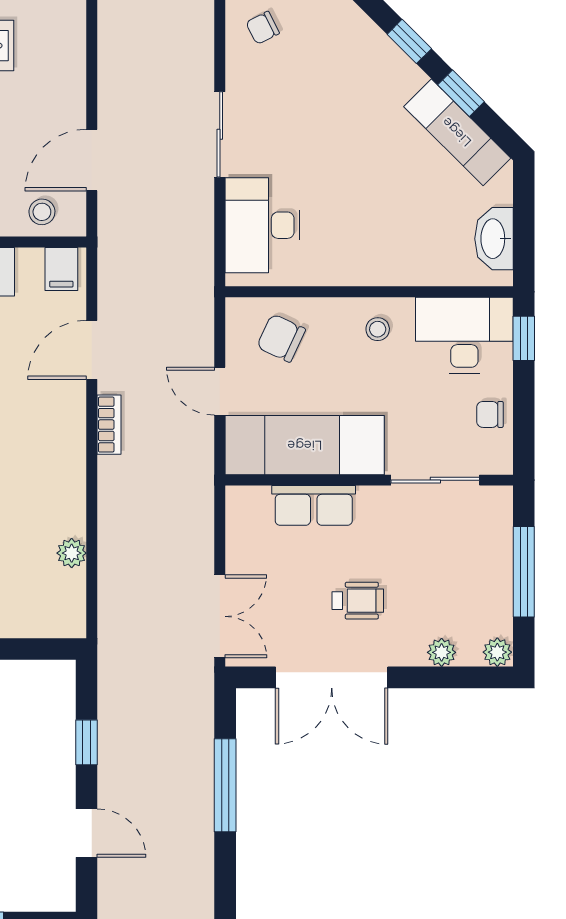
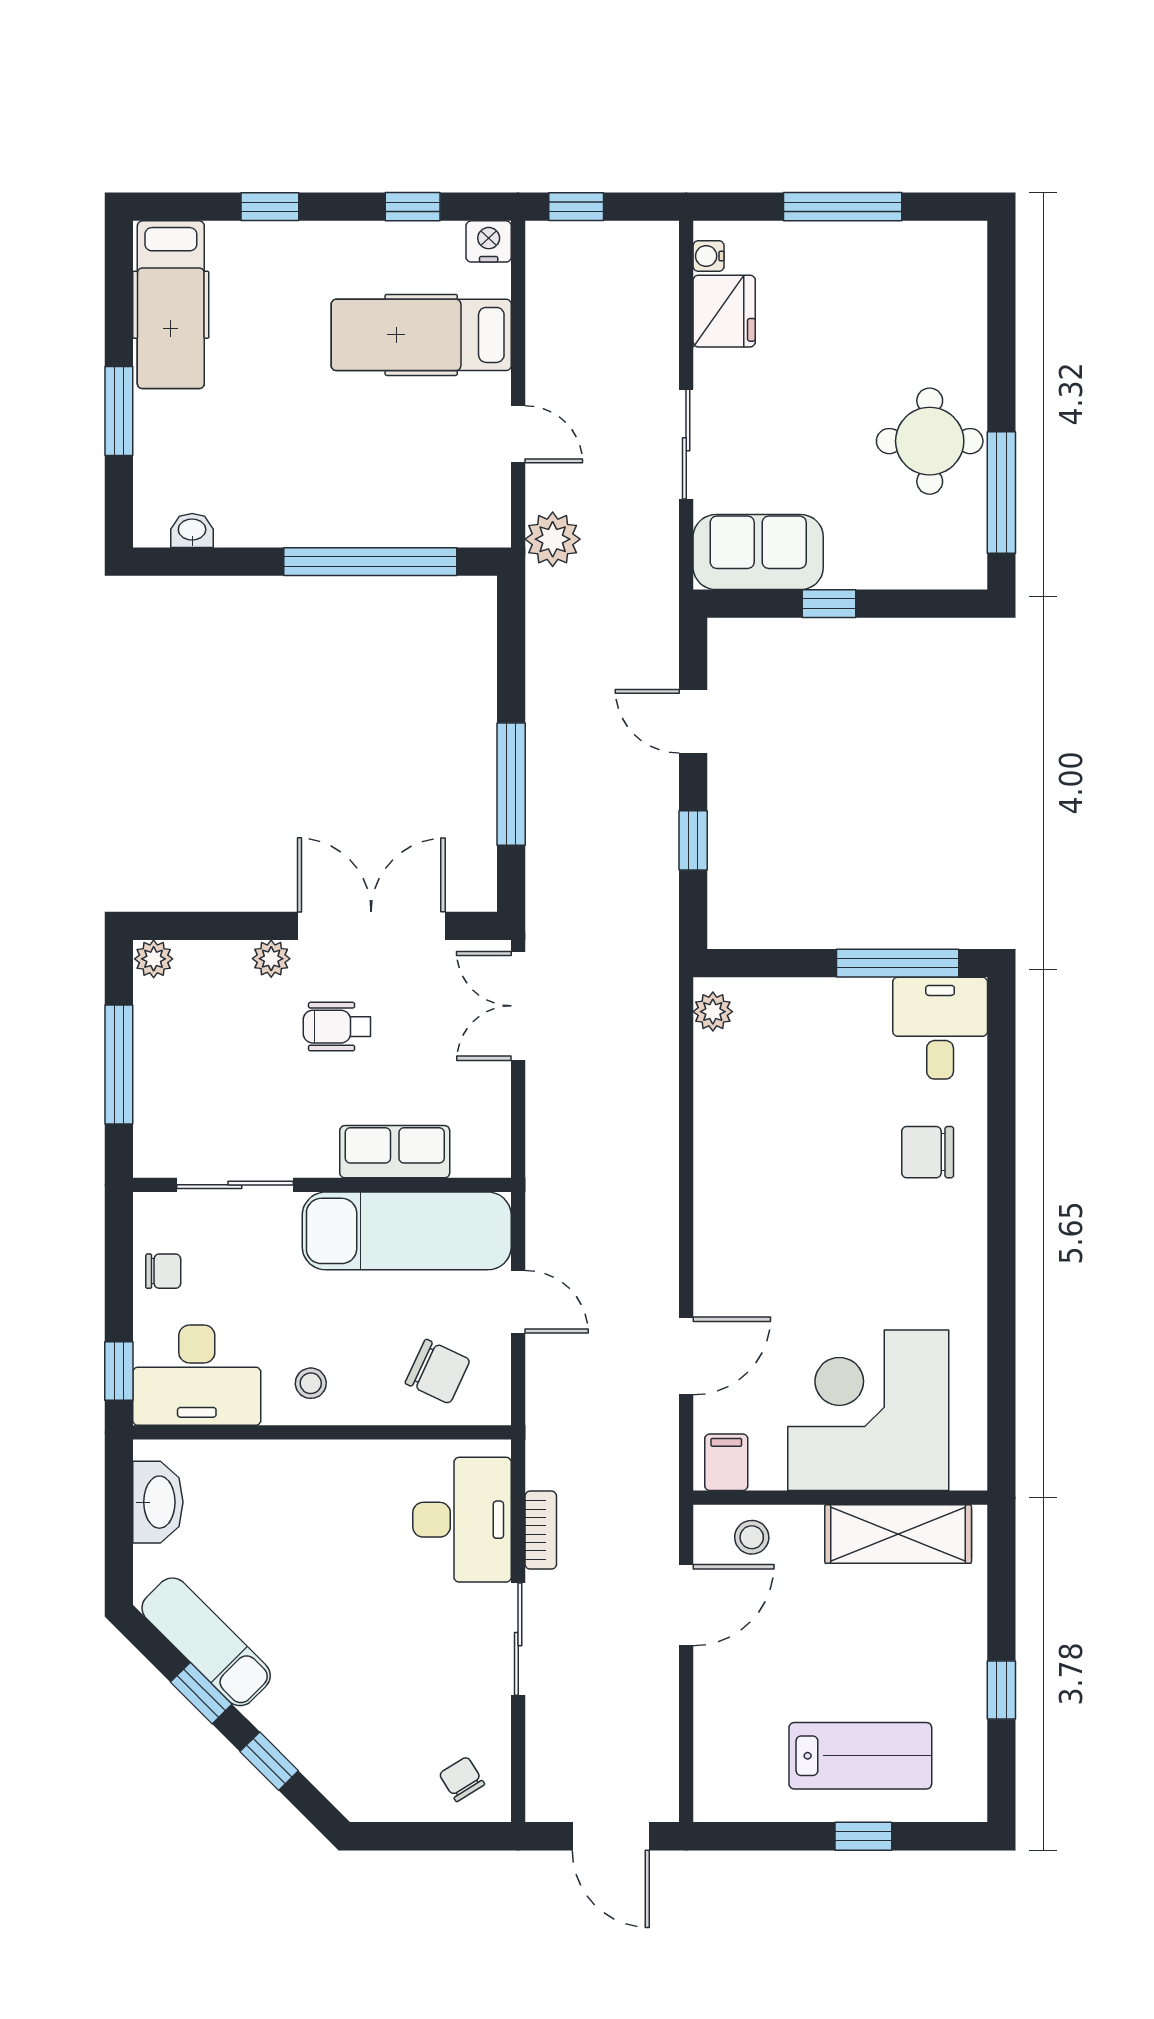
chair: (263, 28) -> (462, 1779), turned -95
bookcase: (109, 425) -> (541, 1530), moved, turned 180
plant: (72, 553) -> (713, 1012), moved
plant: (442, 652) -> (271, 959), moved

